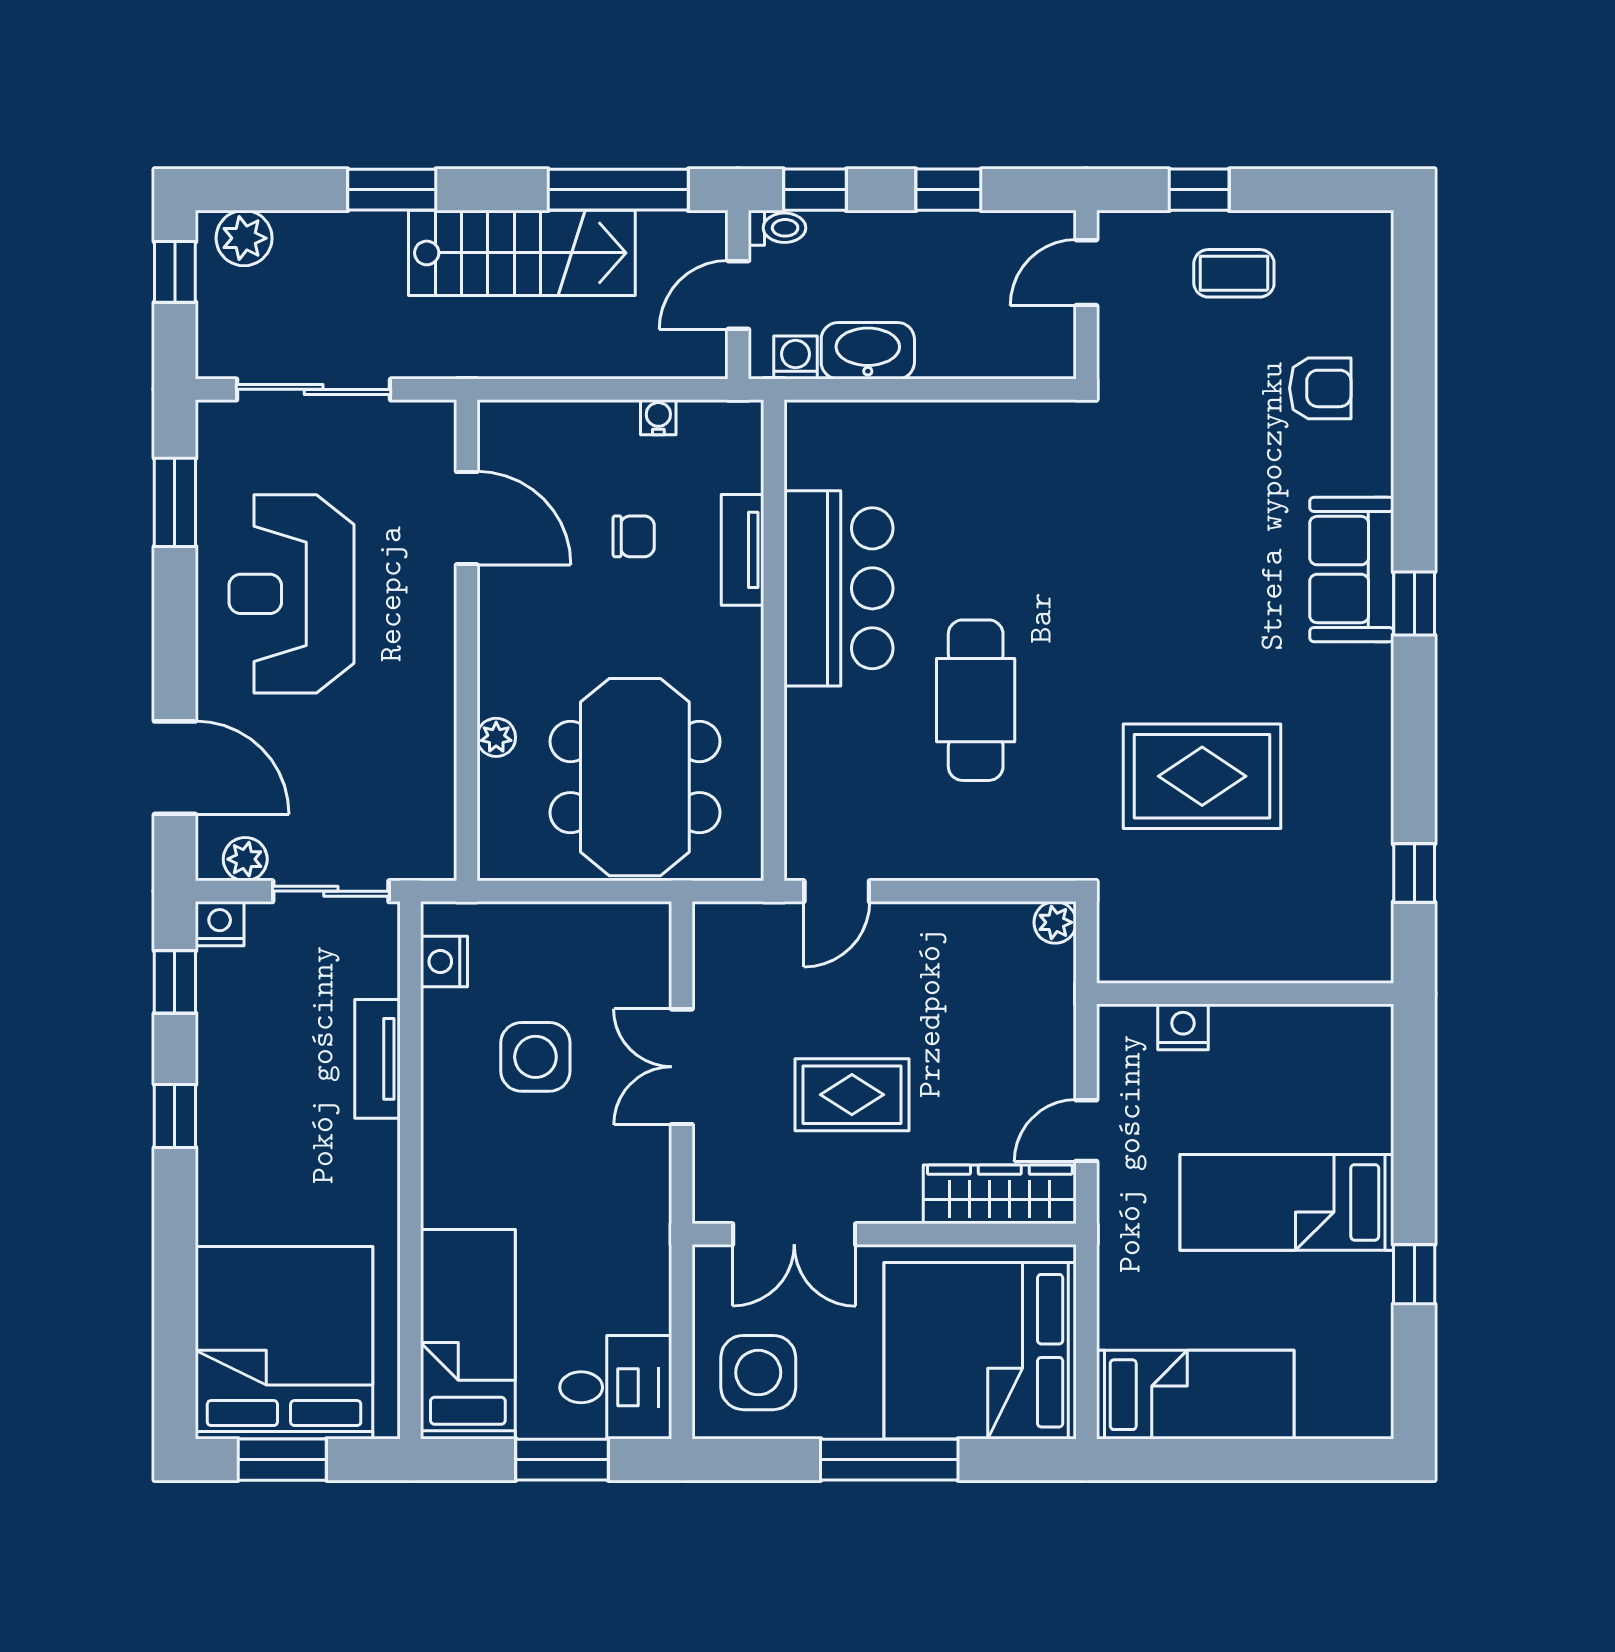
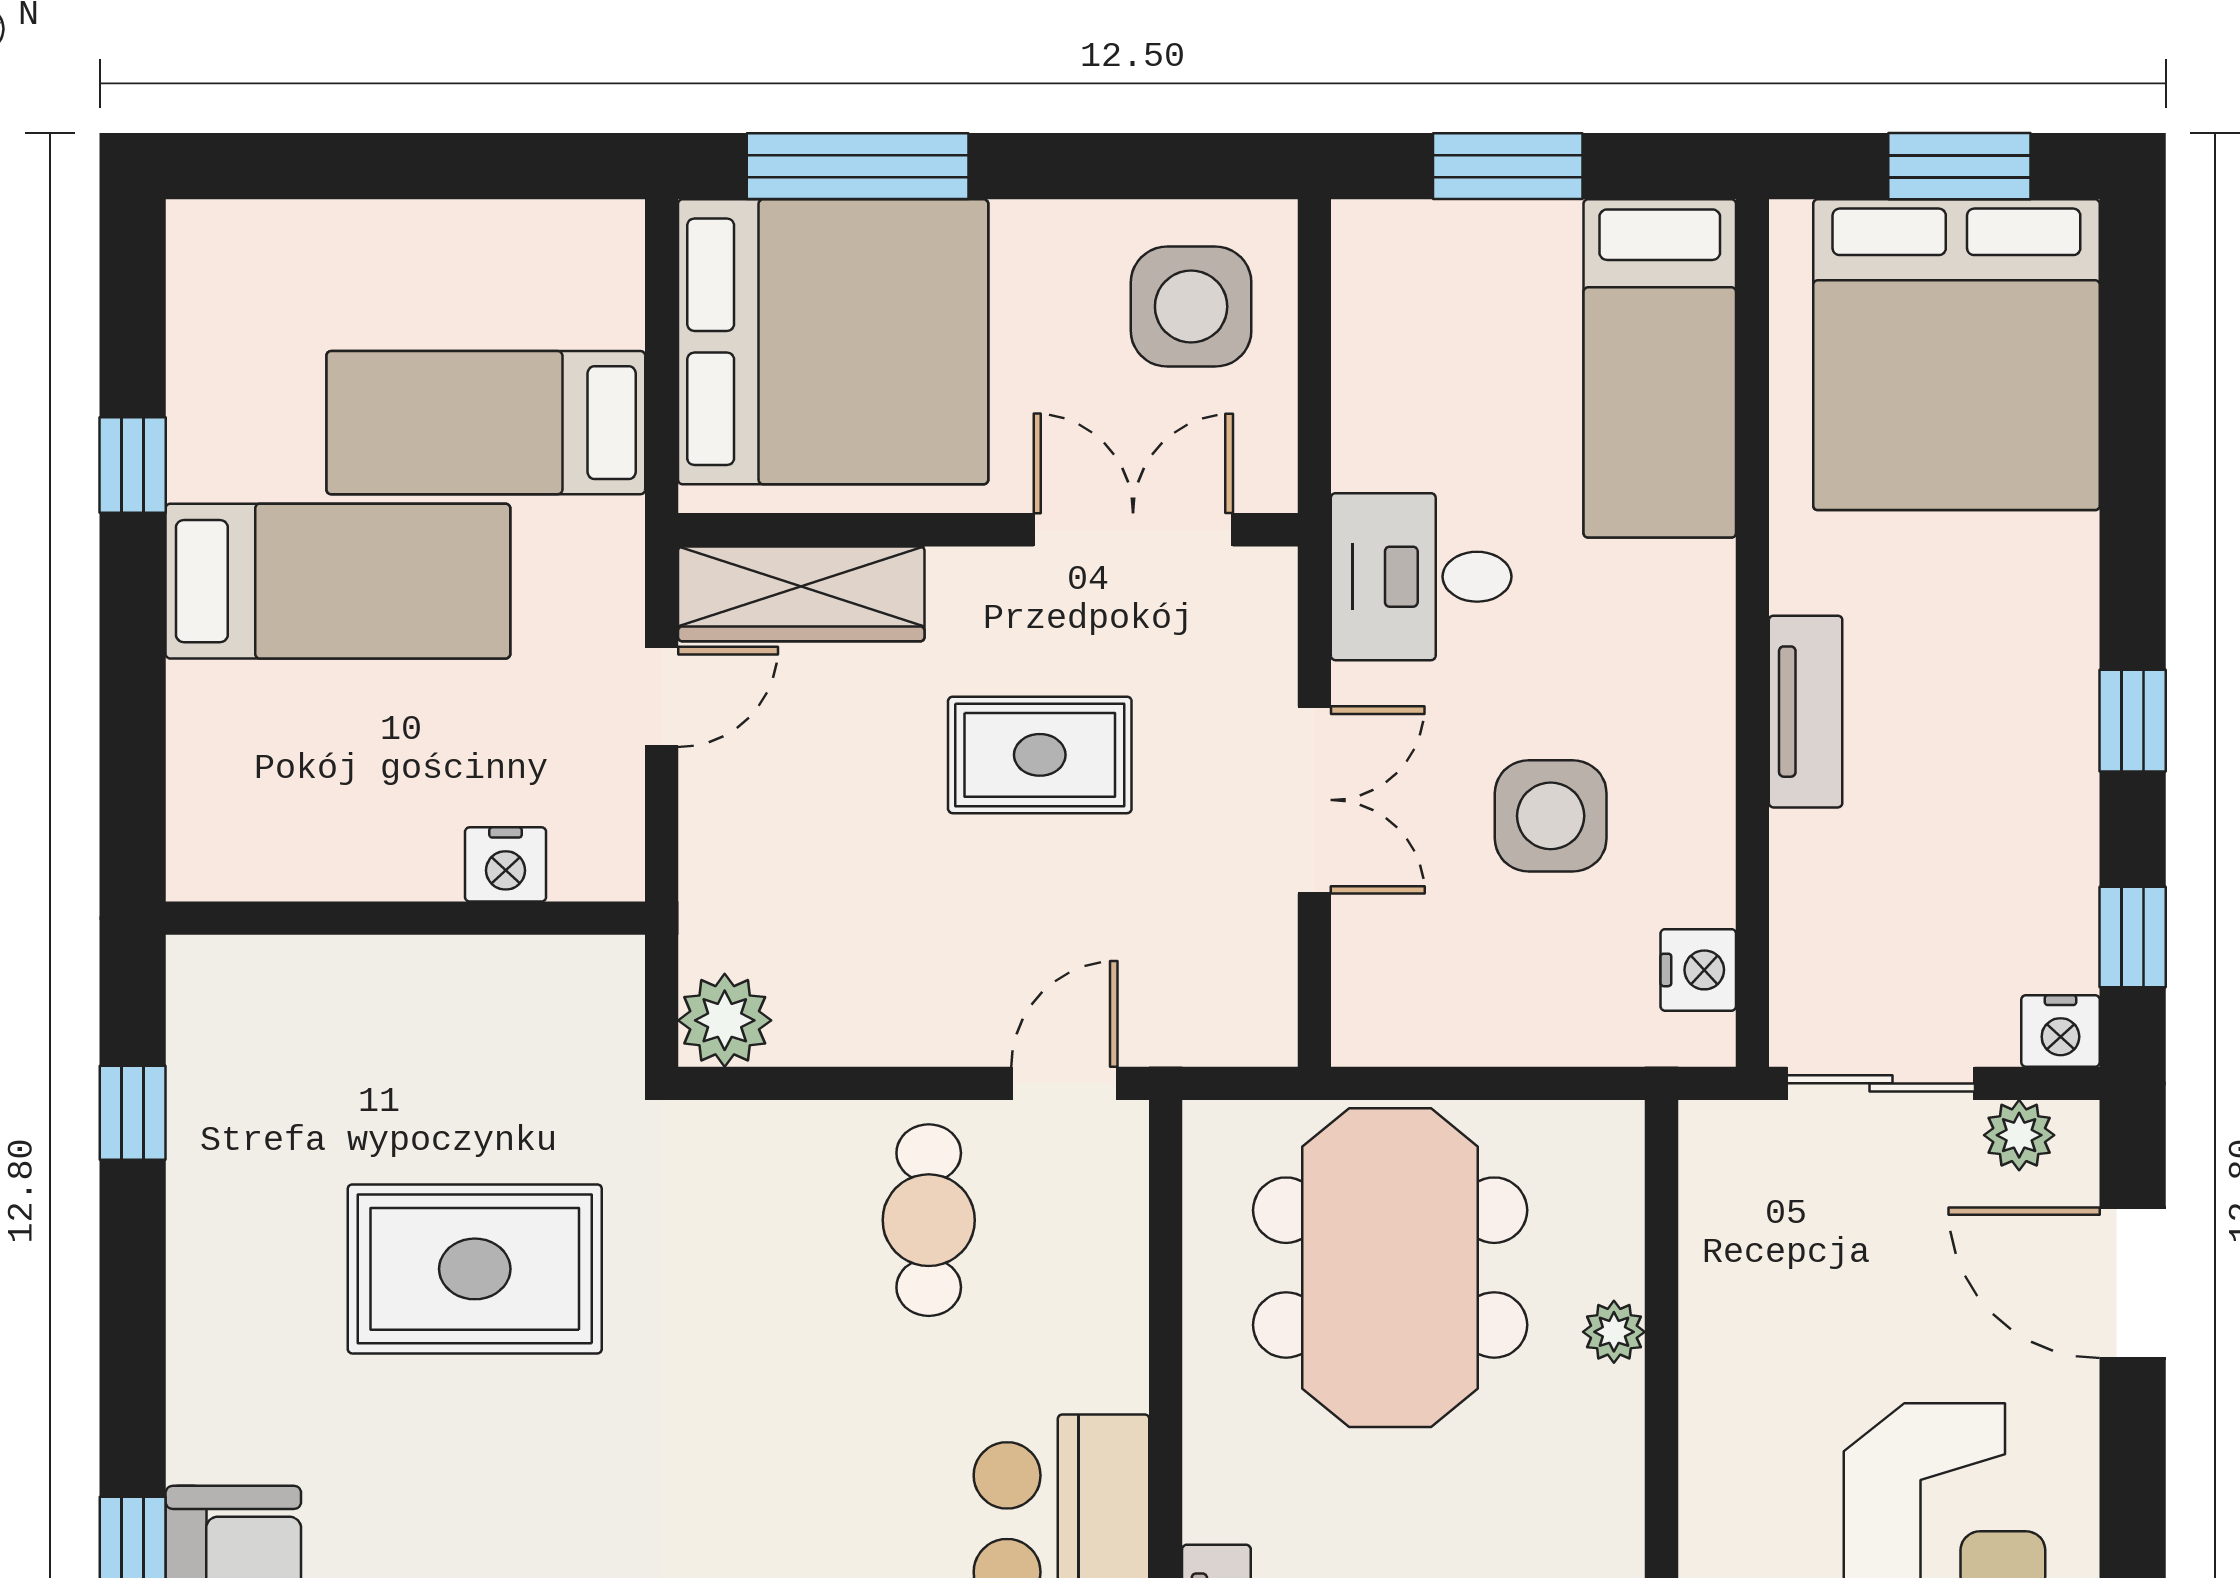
cafe table: (976, 700) -> (929, 1220), moved, width x0.73, depth x0.74
plant: (1055, 922) -> (725, 1020), width x1.38, depth x1.38
tv unit: (378, 1059) -> (1806, 712), moved
desk: (616, 1387) -> (1421, 577), moved
bed: (1195, 1395) -> (486, 423), moved
window: (889, 1460) -> (858, 166), moved

